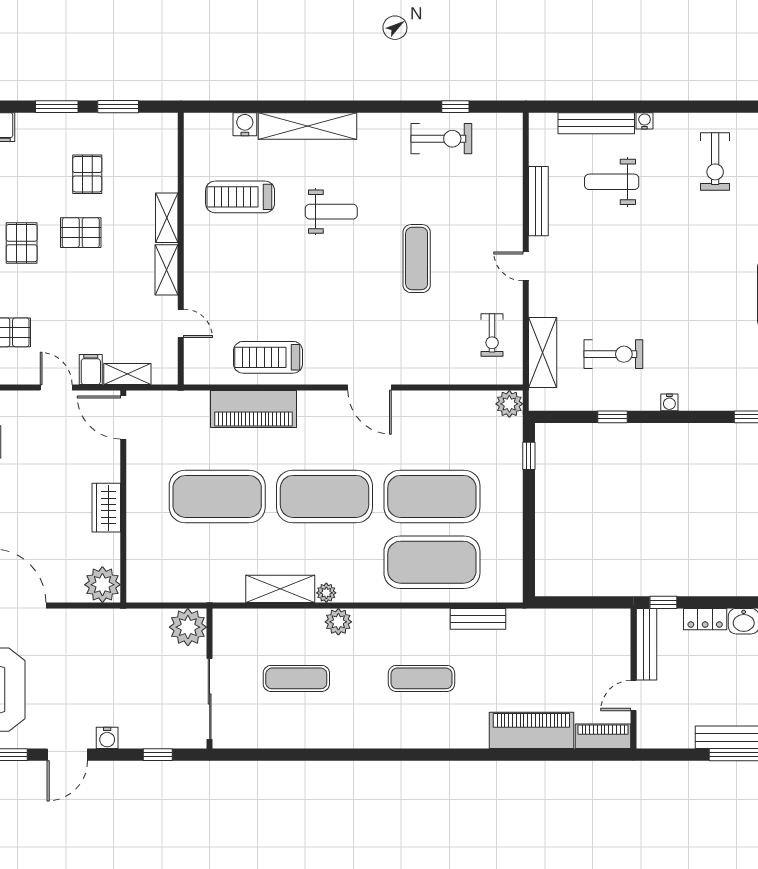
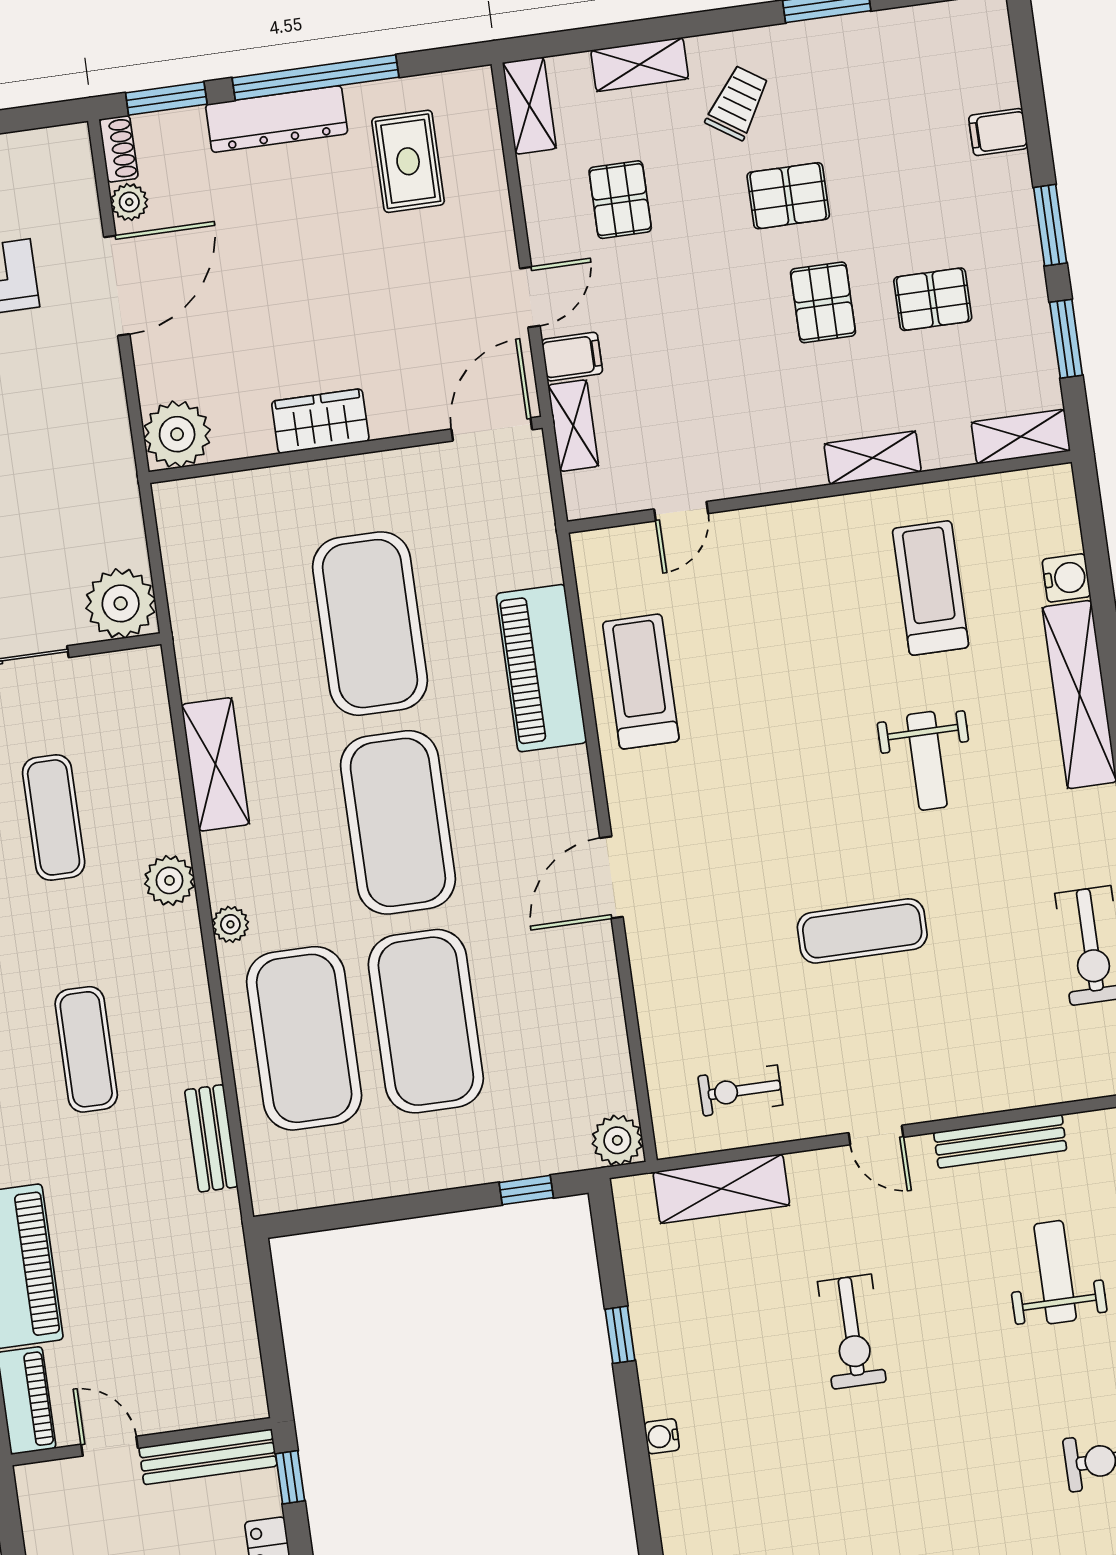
door: (526, 266) -> (876, 1135), swing flipped
shelving: (167, 270) -> (1021, 437), moved
exercise bike: (613, 354) -> (852, 1332), moved
plant: (326, 593) -> (230, 924), moved

